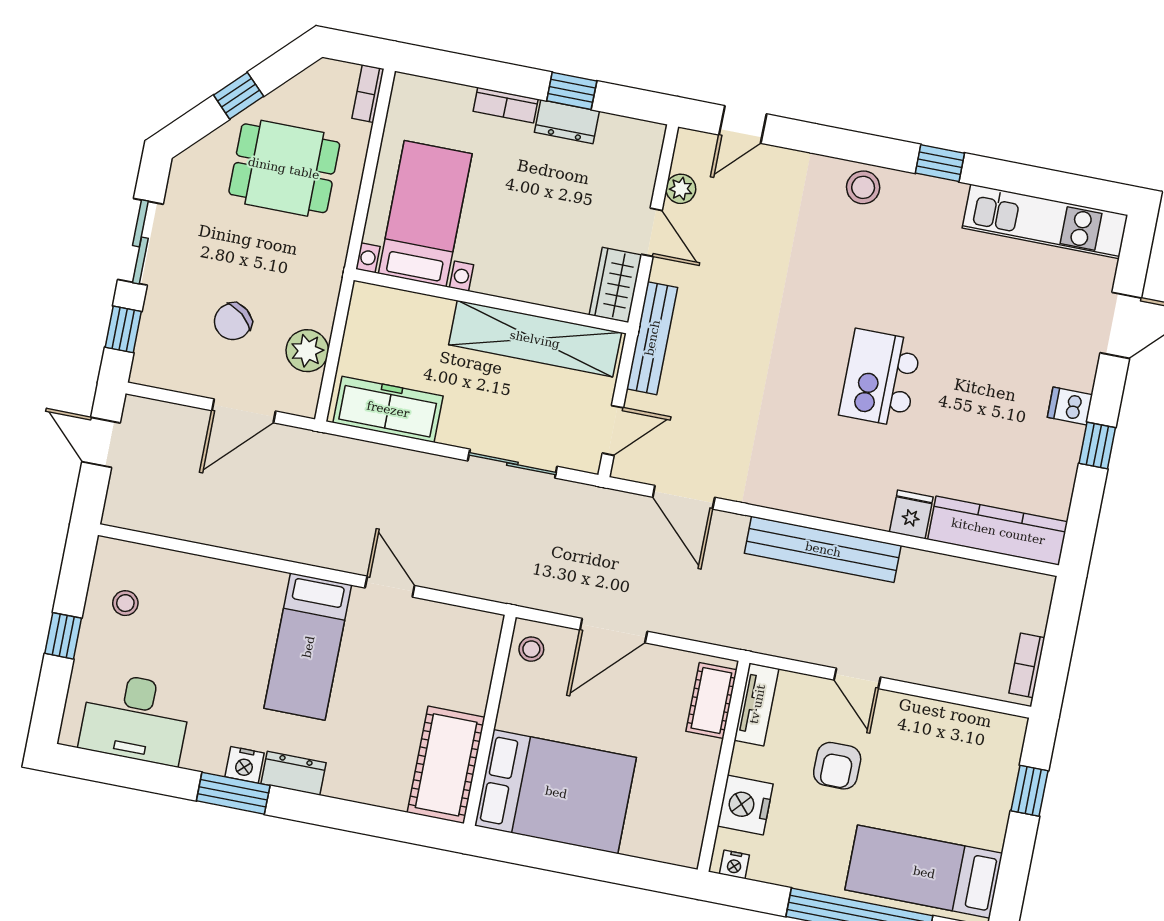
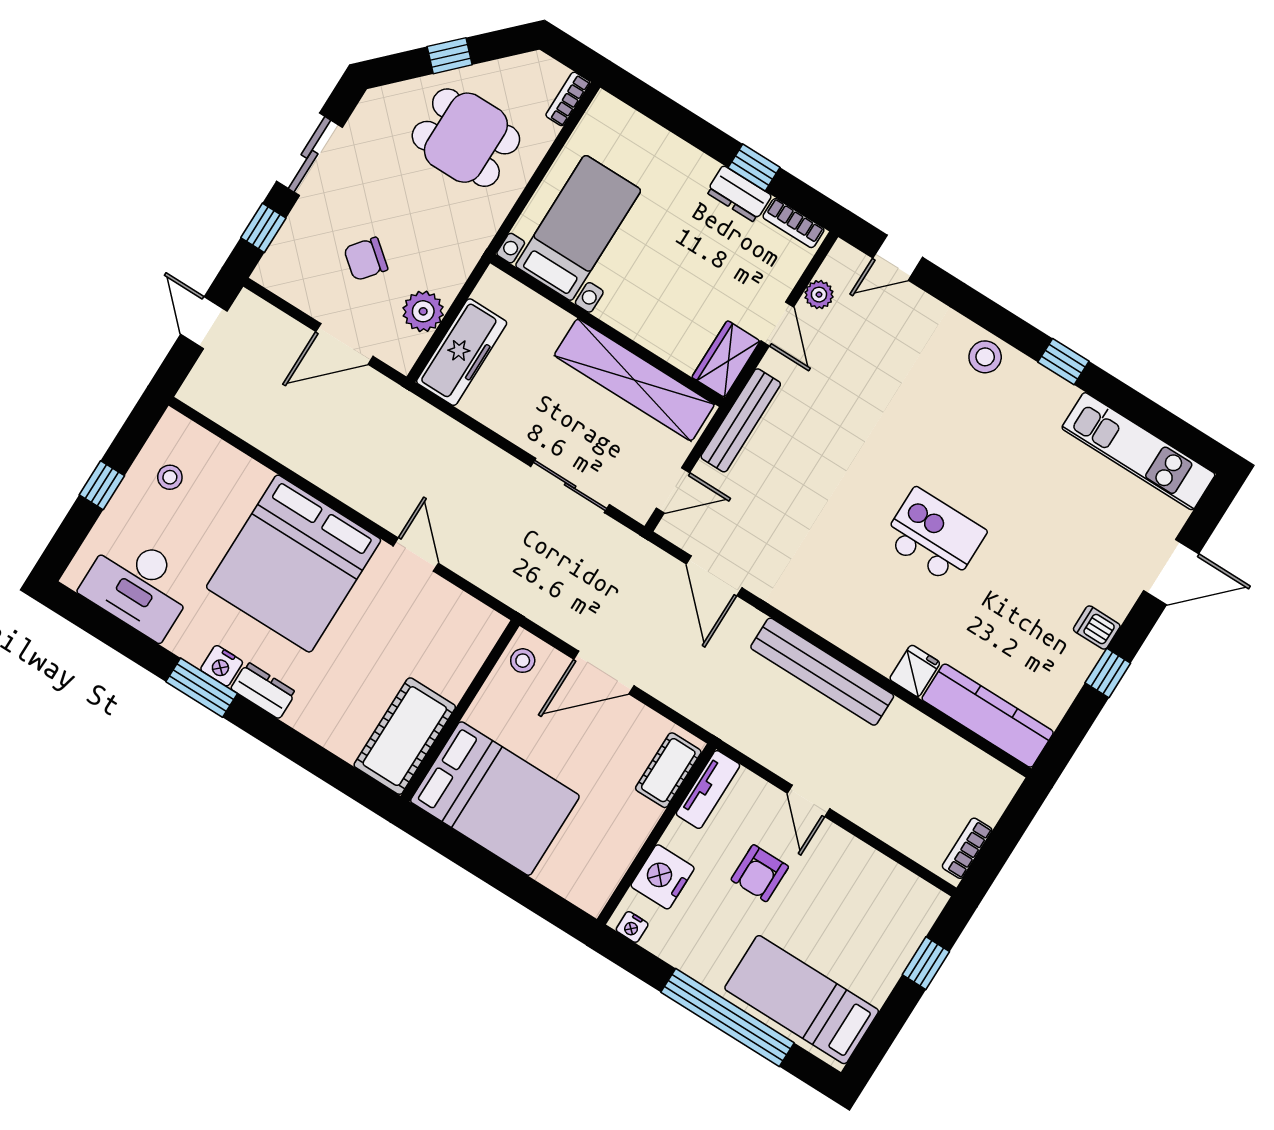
bookcase: (506, 105) -> (793, 223), moved
kitchen island: (880, 378) -> (934, 536), turned 90
freezer: (388, 409) -> (462, 352), moved, turned 90
bed: (308, 647) -> (294, 564), width x2.04

